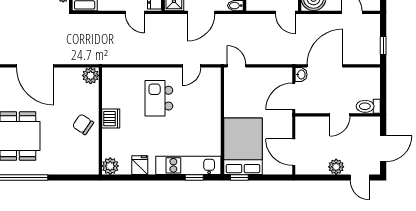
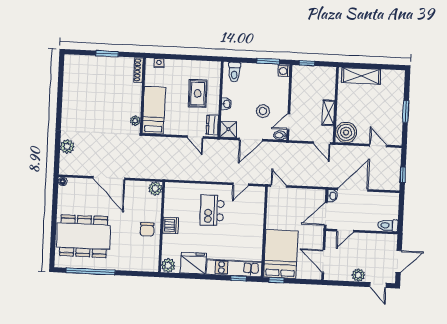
door: (340, 115) -> (345, 231), moved
chair: (83, 124) -> (147, 229), turned -124
fridge: (140, 165) -> (193, 263), width x1.88, depth x1.34

